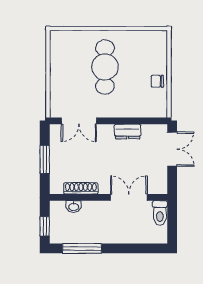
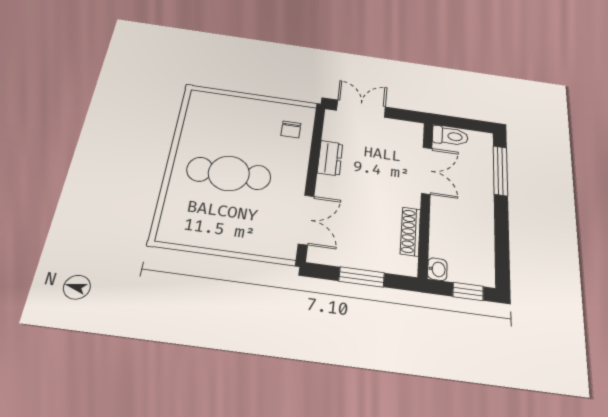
chair: (157, 81) -> (291, 129), moved
double door: (129, 197) -> (427, 170), swing flipped
washbasin: (74, 207) -> (437, 269), moved
window: (82, 248) -> (500, 171), moved

